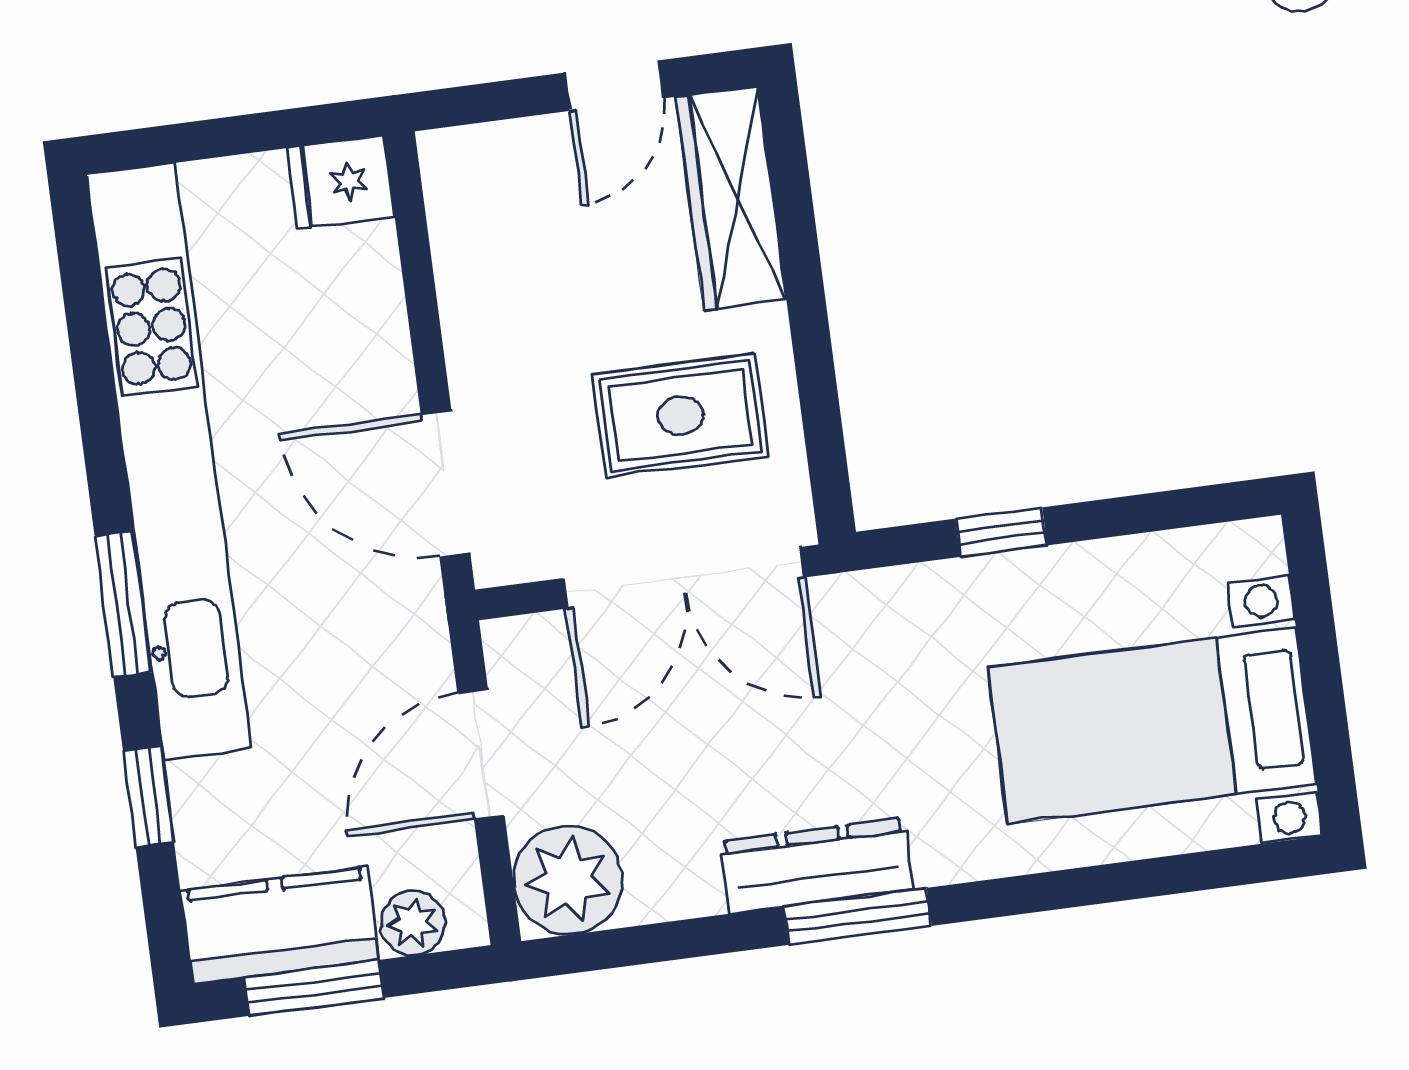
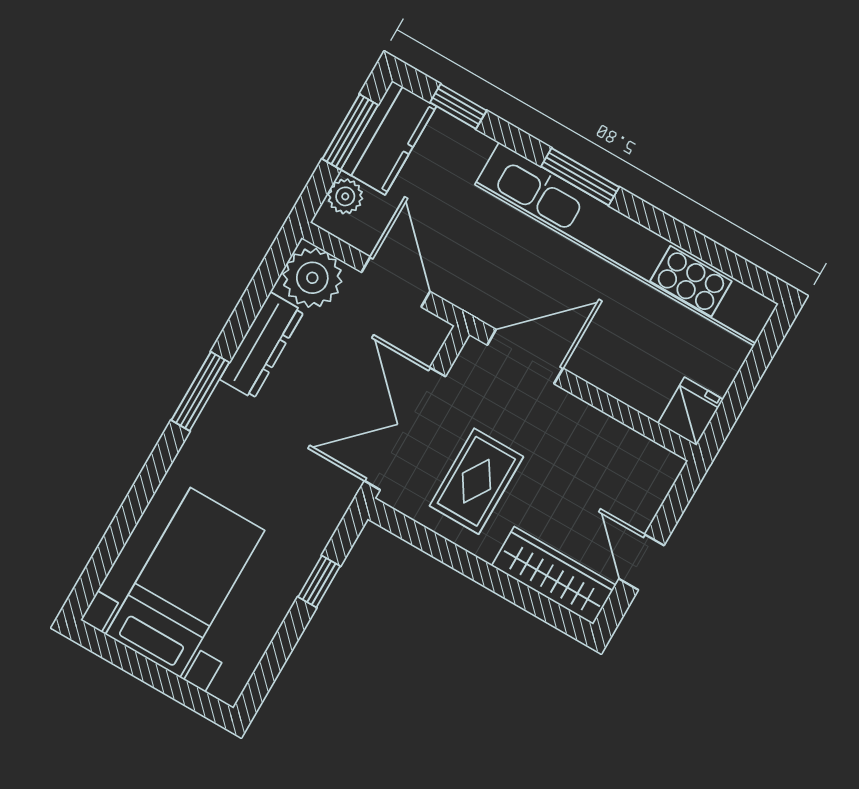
window: (148, 796) -> (458, 106), moved
dresser: (816, 866) -> (262, 345), moved

